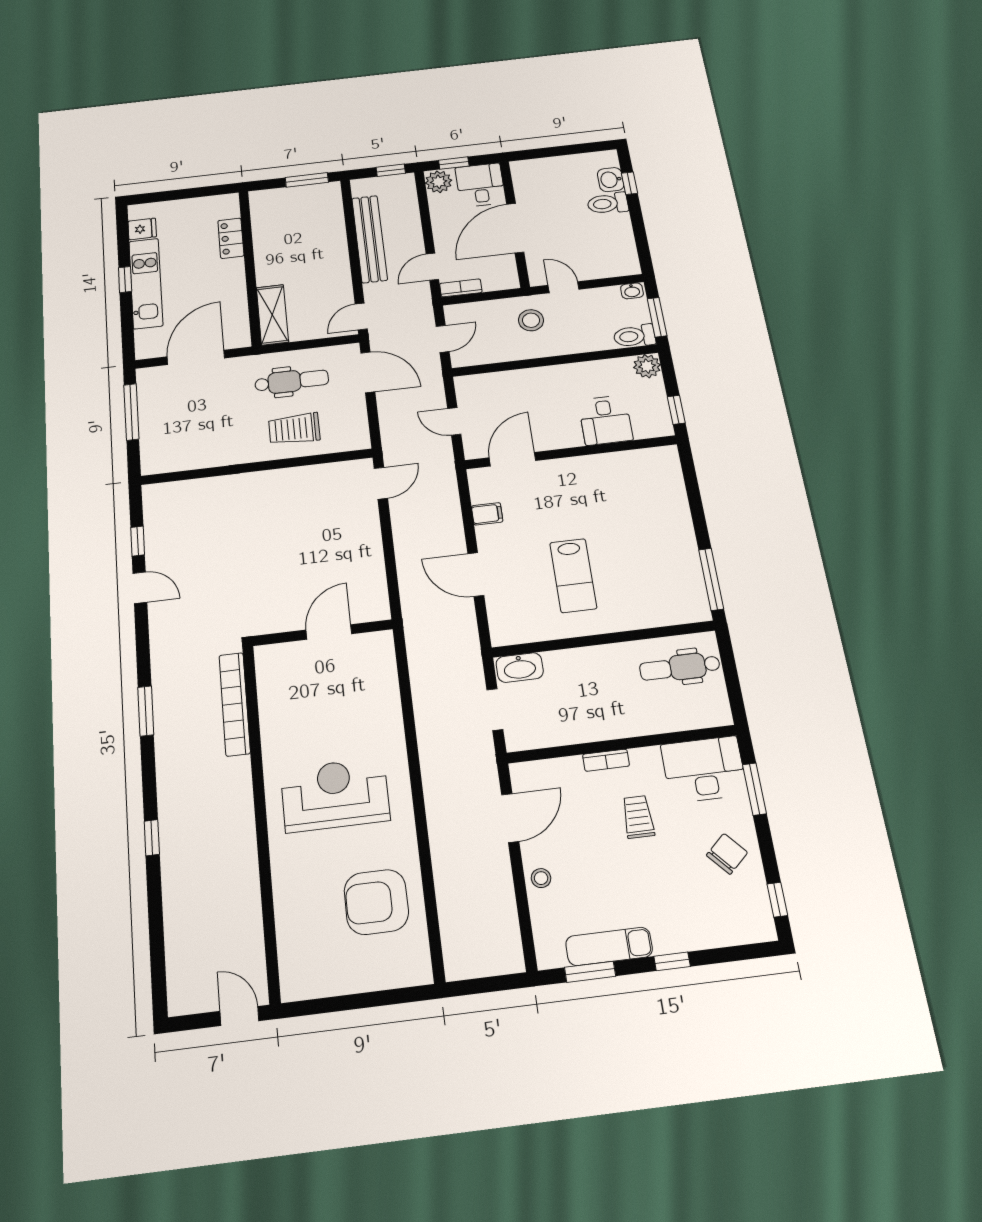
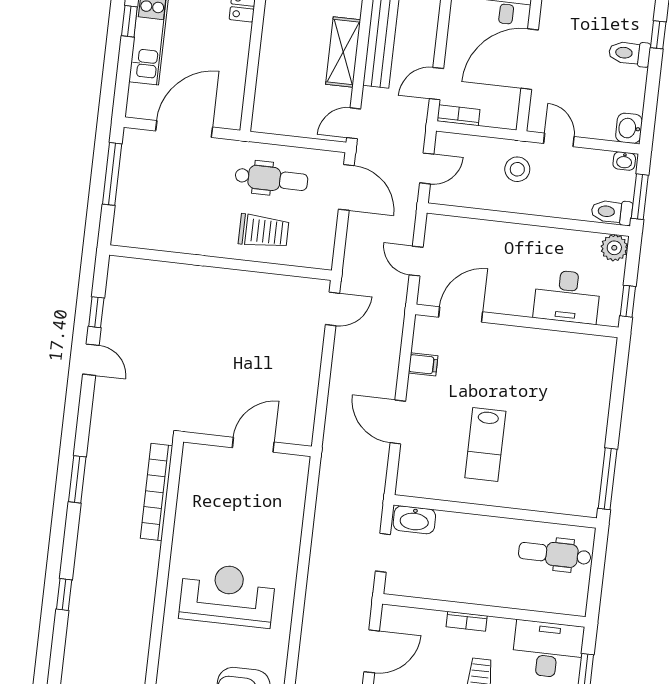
washbasin: (611, 180) -> (629, 128), moved
shelving: (272, 315) -> (343, 52), moved
desk: (605, 420) -> (567, 296), width x1.37
trolley: (294, 429) -> (264, 231), turned 180

